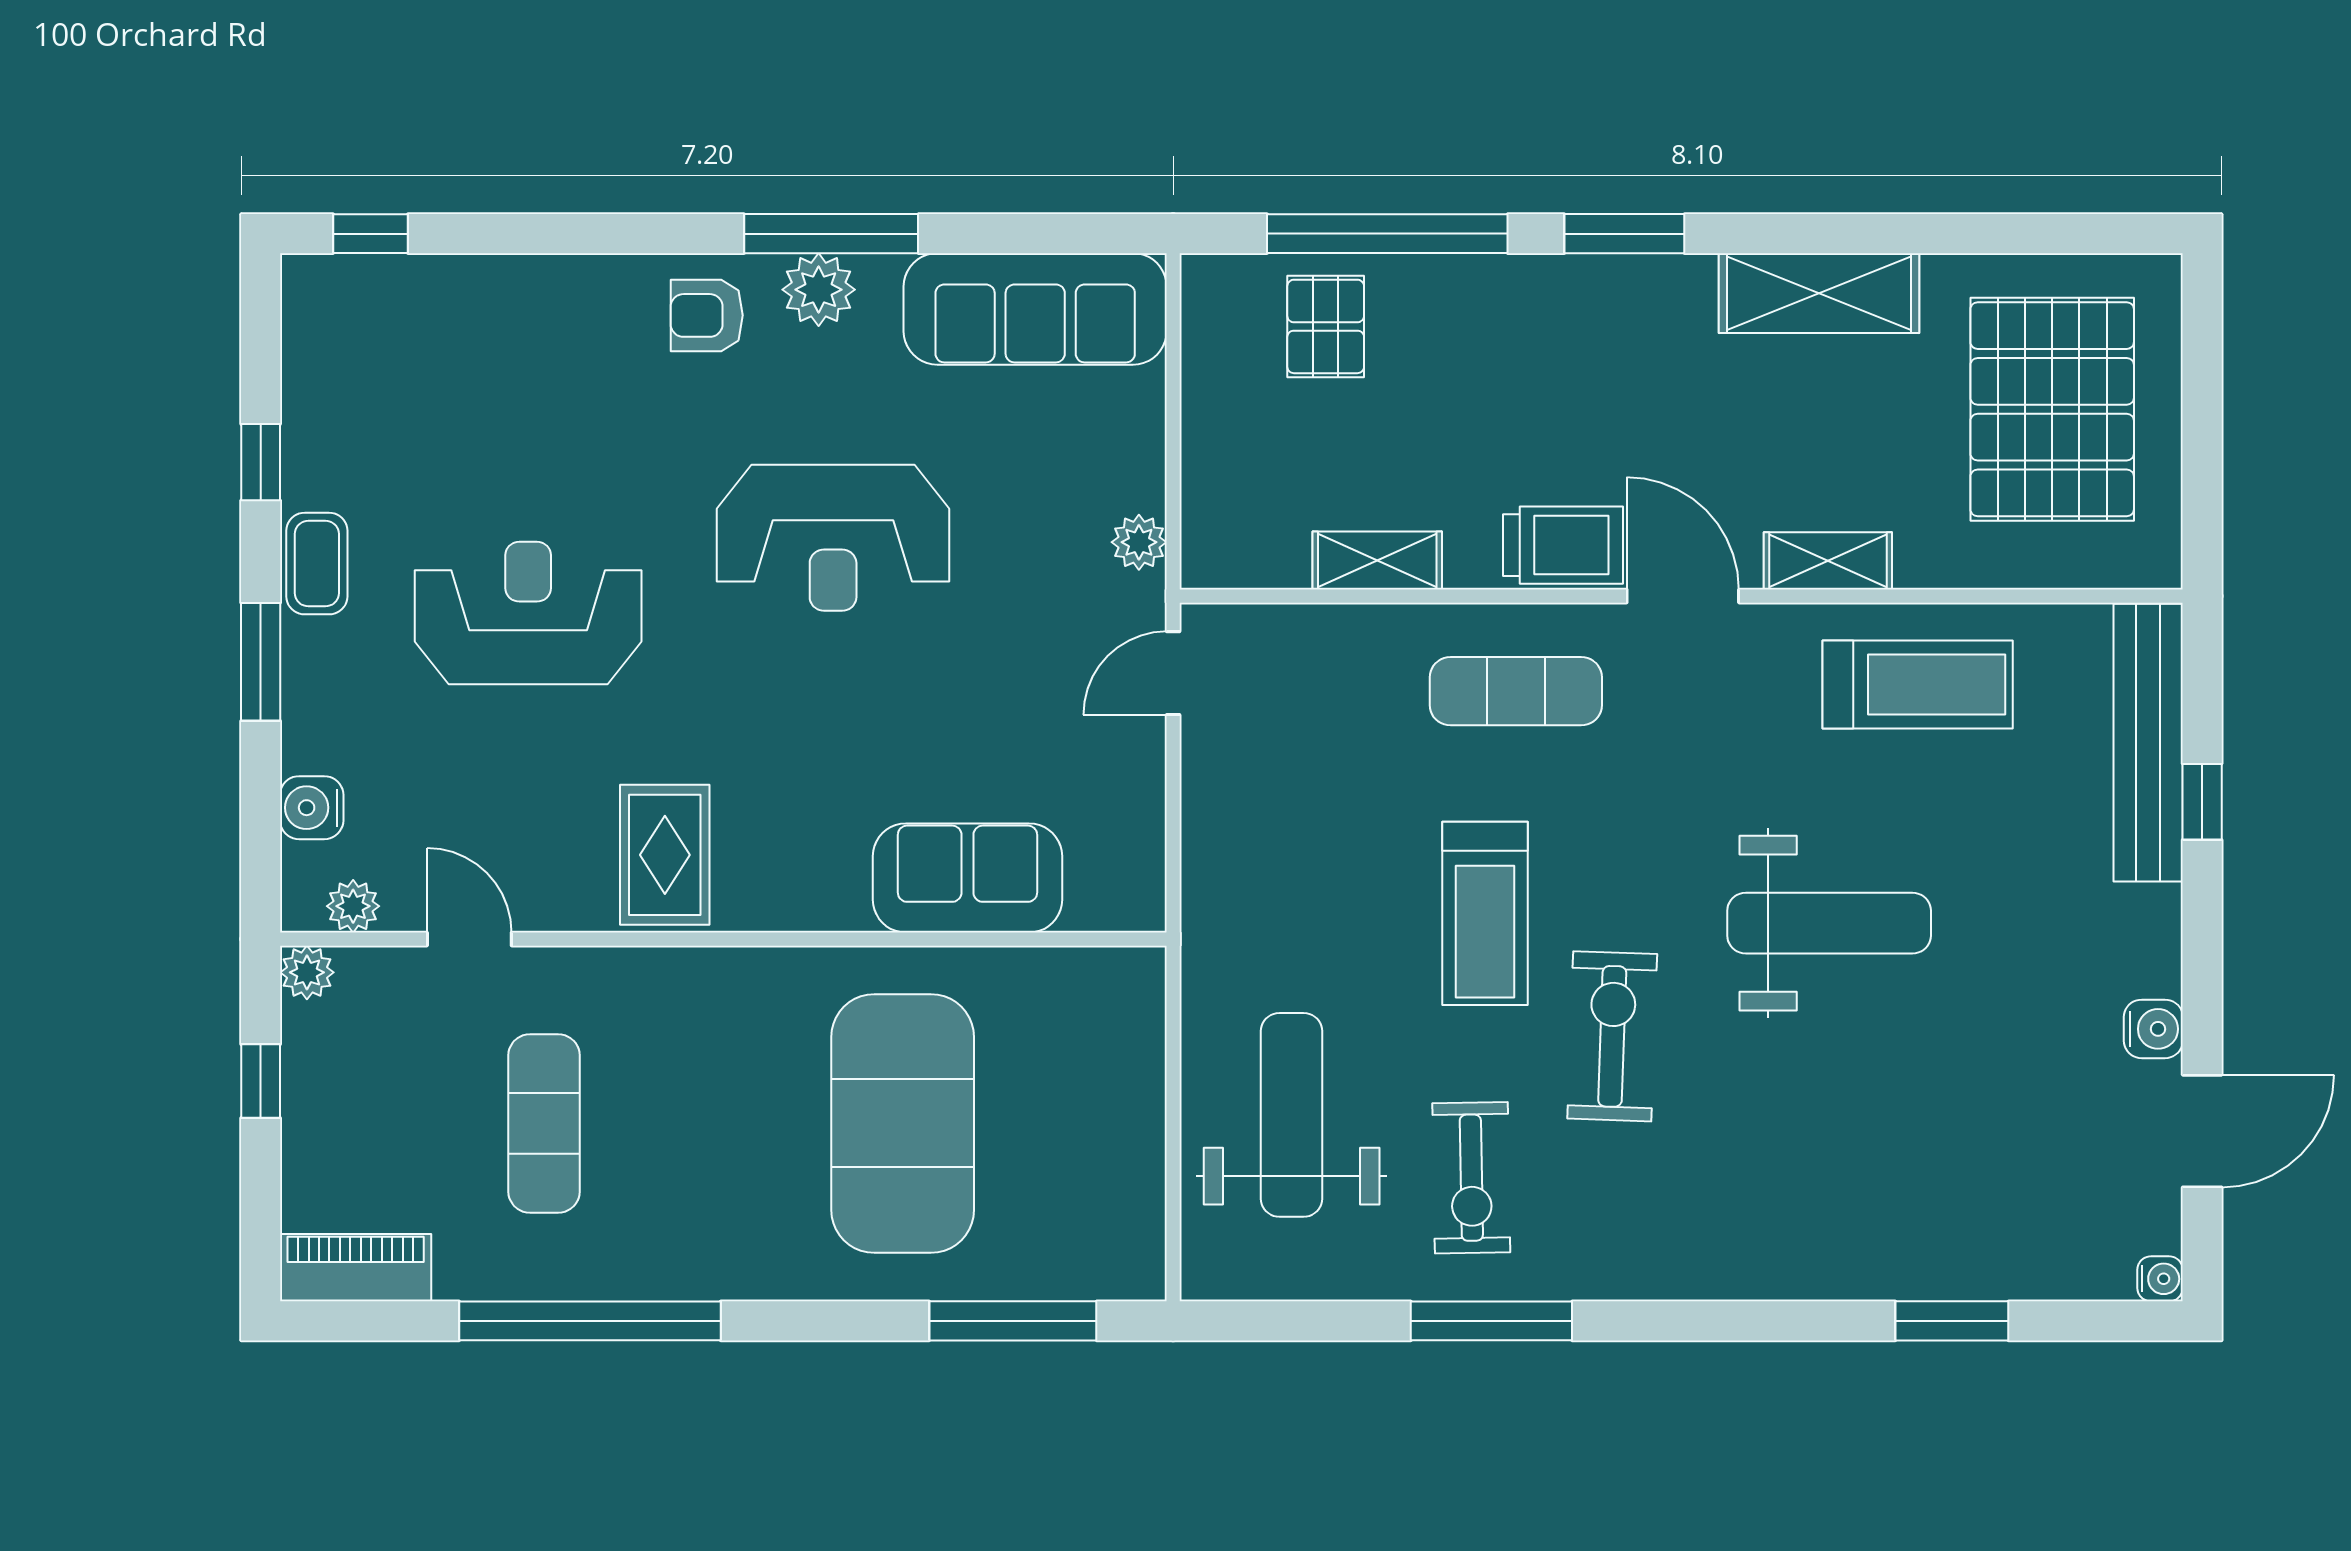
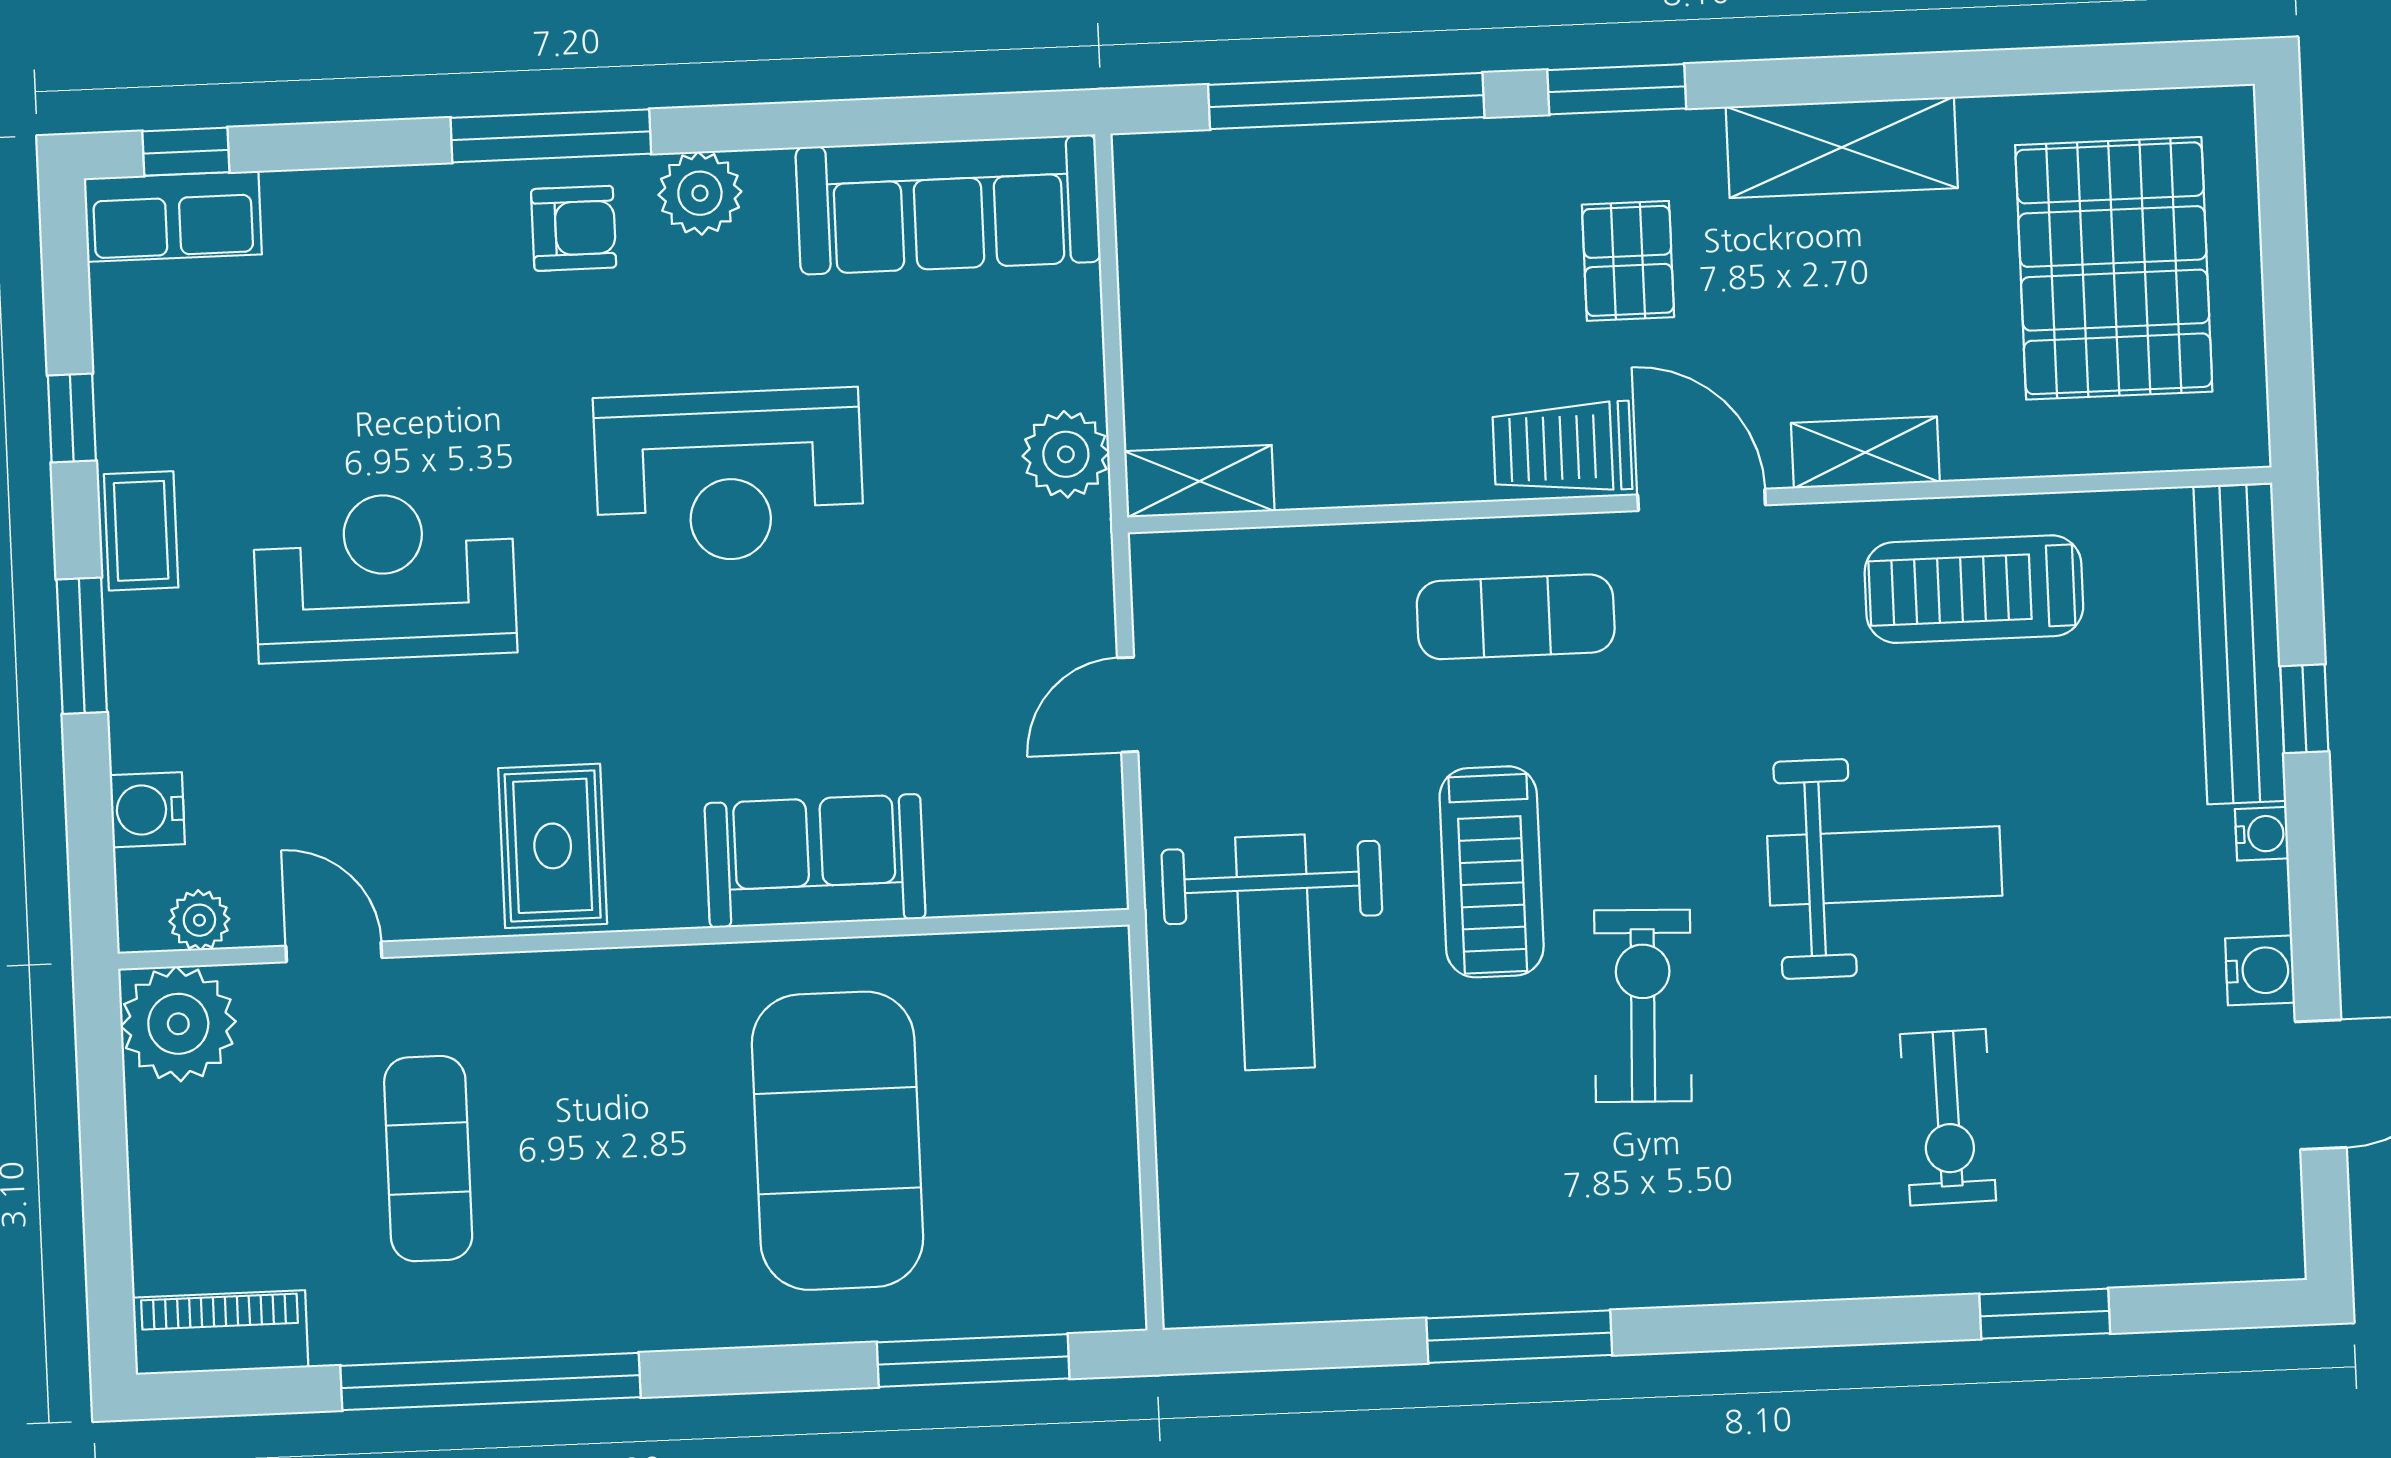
window: (831, 234) -> (551, 136), moved
row of seats: (357, 290) -> (173, 216), added
armchair: (707, 315) -> (574, 228), turned 180
pallet: (1326, 326) -> (1628, 261), moved
plant: (1139, 542) -> (1066, 454), width x1.38, depth x1.38
trolley: (1563, 545) -> (1562, 448), turned 180
shelving: (1377, 561) -> (1199, 481), moved
door: (1173, 673) -> (1128, 705), moved
treadmill: (1918, 684) -> (1974, 589), turned 180
sofa: (967, 878) -> (815, 861), moved
plant: (307, 972) -> (178, 1024), width x1.88, depth x1.88
window: (261, 1081) -> (103, 1124), removed
weight bench: (1292, 1115) -> (1275, 952), moved, turned 180
exercise bike: (1471, 1178) -> (1948, 1117), moved
water cooler: (2160, 1279) -> (2262, 834), moved

